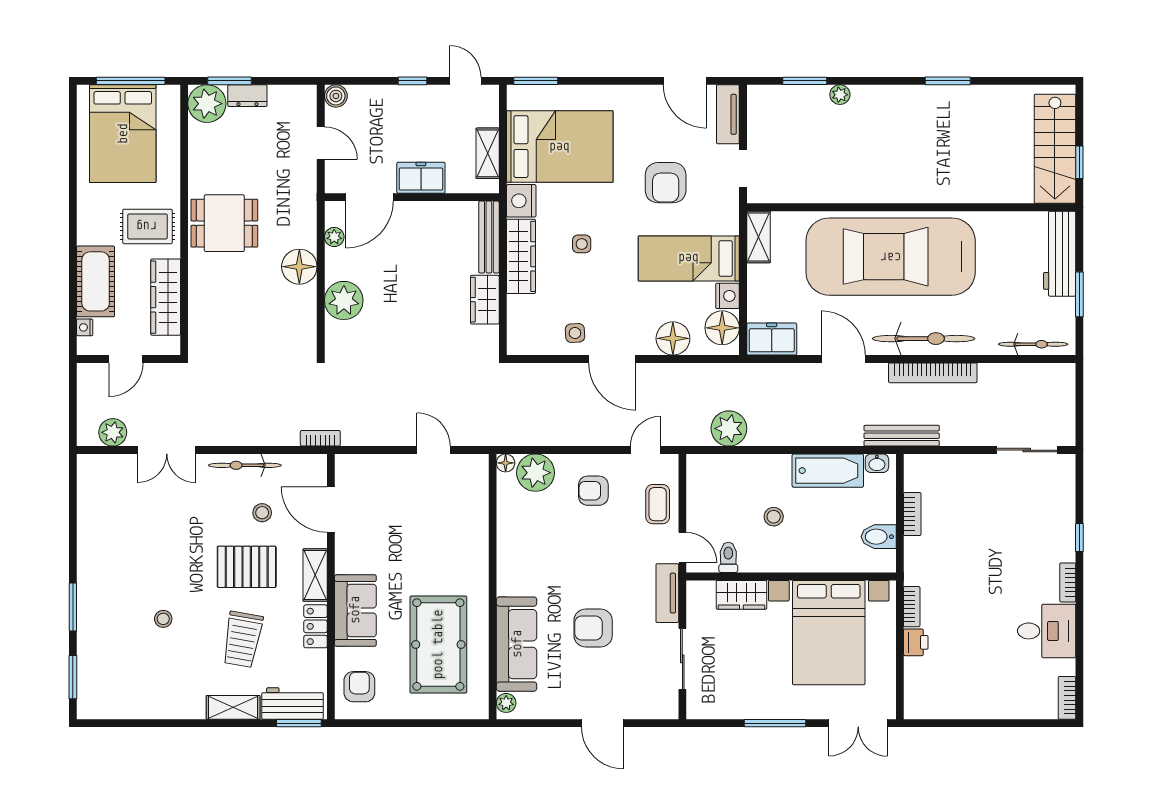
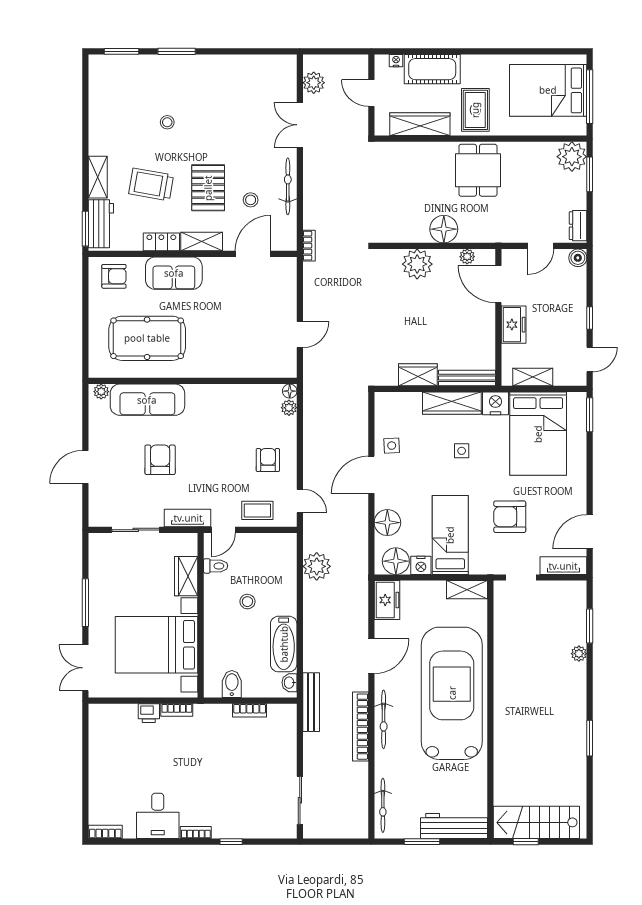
dresser: (247, 96) -> (578, 226), moved
bicycle: (924, 339) -> (384, 719), width x0.73, depth x0.71
plant: (536, 473) -> (289, 408), width x0.53, depth x0.53

